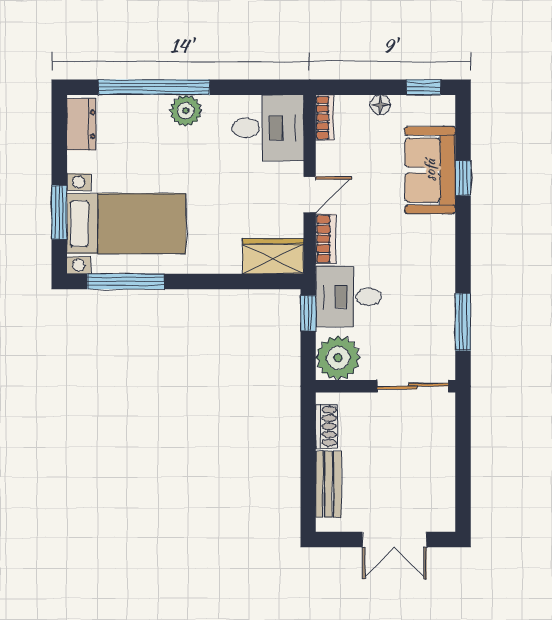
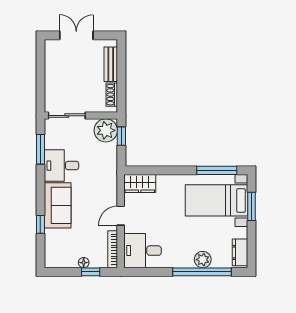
window: (424, 87) -> (91, 272), moved
plant: (186, 111) -> (203, 260), moved
bookcase: (325, 118) -> (113, 249), width x1.56
sofa: (430, 170) -> (58, 205), moved
bookcase: (326, 239) -> (112, 193), removed
desk: (348, 297) -> (62, 166), moved, turned 180
window: (308, 313) -> (121, 136), moved

